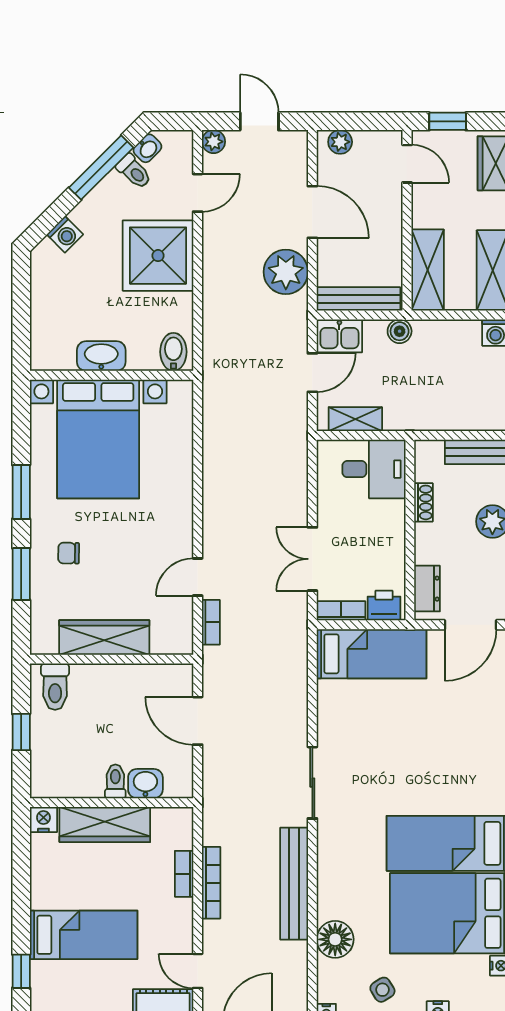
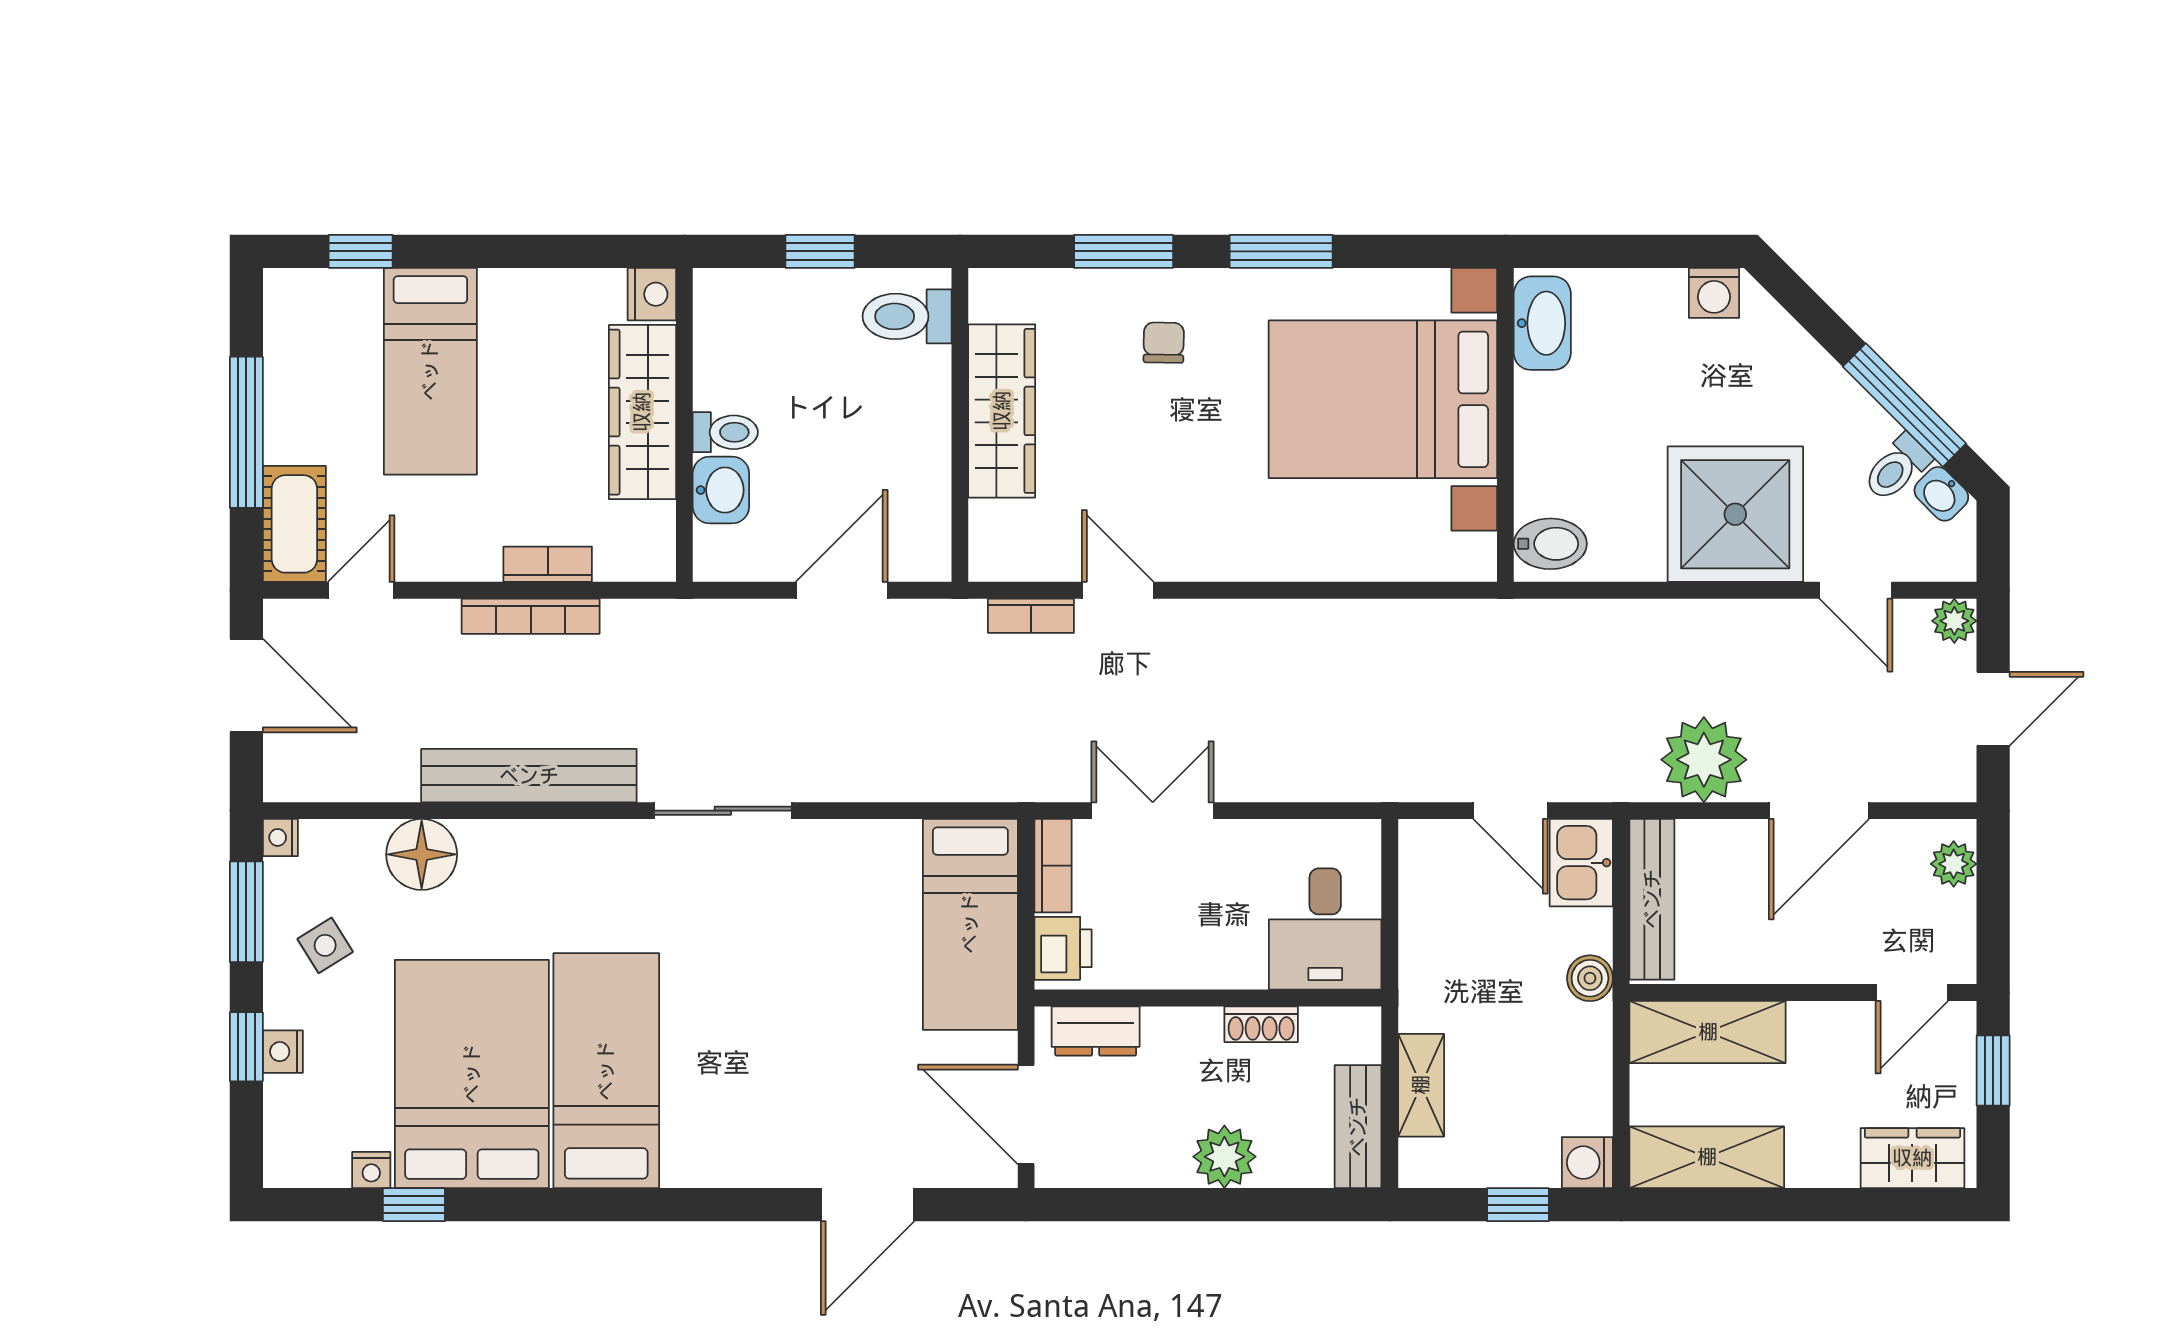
washing machine: (65, 234) -> (1714, 293), moved, turned -45
washbasin: (101, 356) -> (1542, 323), moved
shelving: (355, 419) -> (1421, 1085), moved

